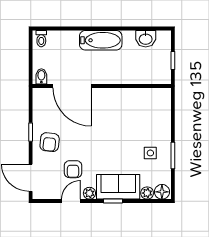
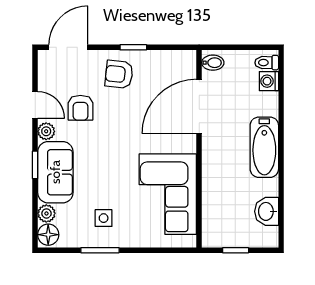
washing machine: (54, 37) -> (269, 81), added
corner sofa: (134, 108) -> (168, 194), added
armchair: (73, 169) -> (80, 108), turned -90

